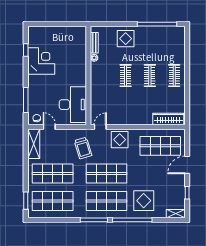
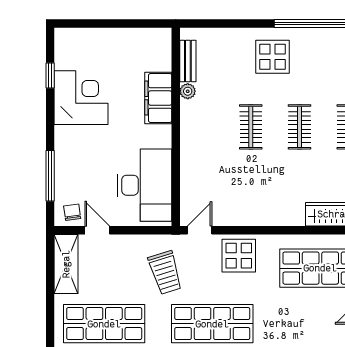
display table: (126, 39) -> (273, 57), moved
filing cabinet: (80, 61) -> (158, 98), added

